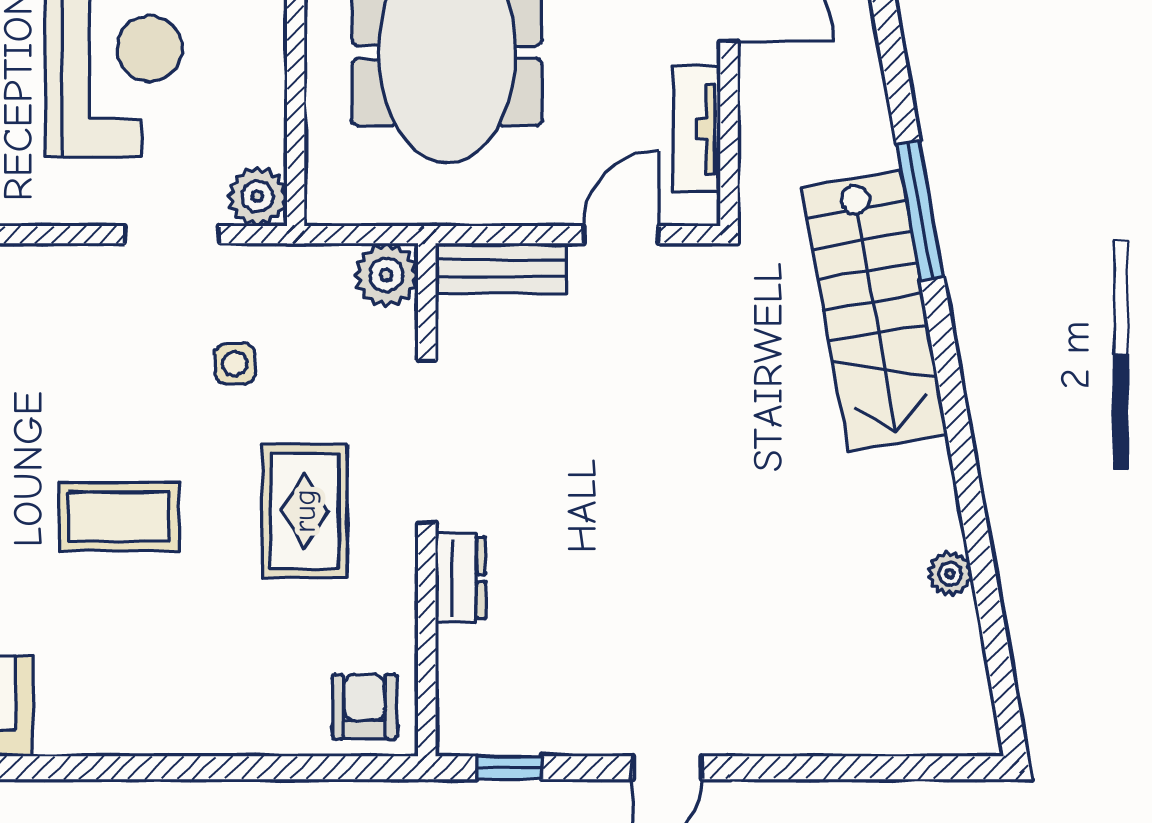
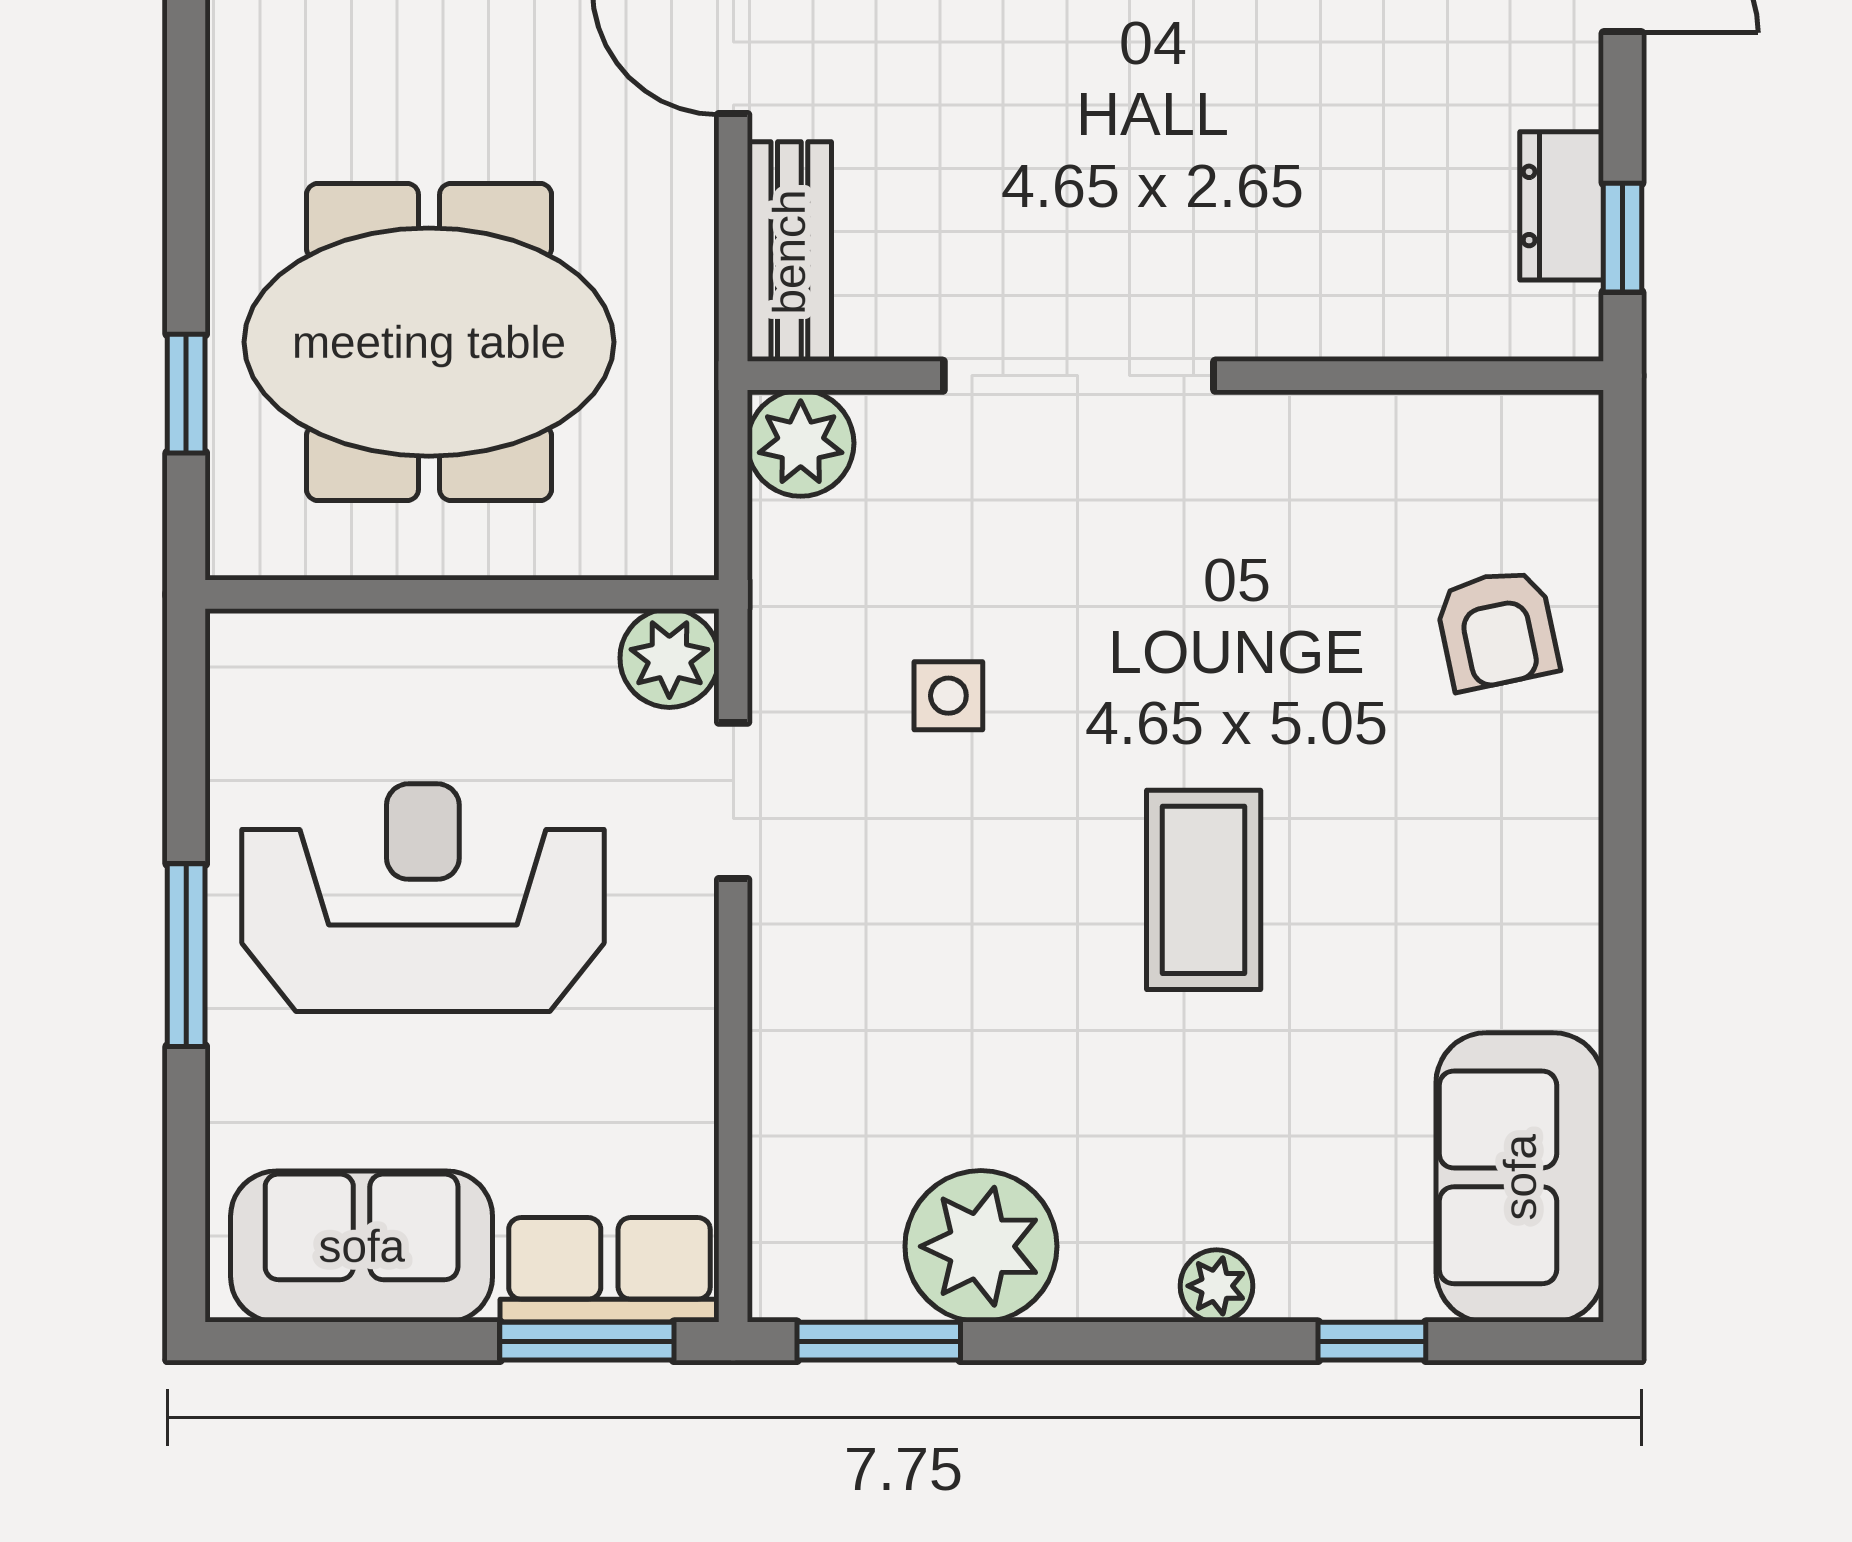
rug: (305, 511) -> (1194, 580), removed
dresser: (460, 578) -> (1562, 206), moved, turned -90
armchair: (365, 707) -> (1497, 629), moved, turned -102

